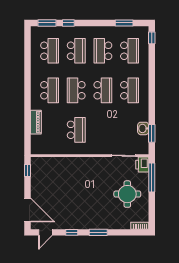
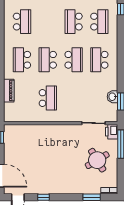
school desk: (76, 51) -> (48, 22), removed
school desk: (50, 90) -> (22, 60), turned 180
school desk: (130, 90) -> (99, 60), turned 180
round table: (127, 194) -> (97, 160), turned -31
window: (98, 232) -> (92, 197), moved

